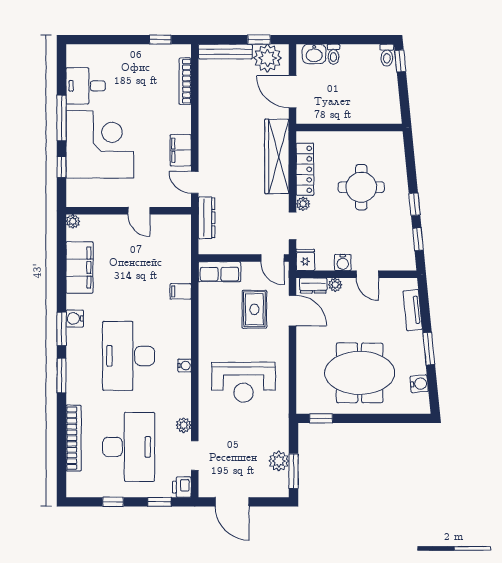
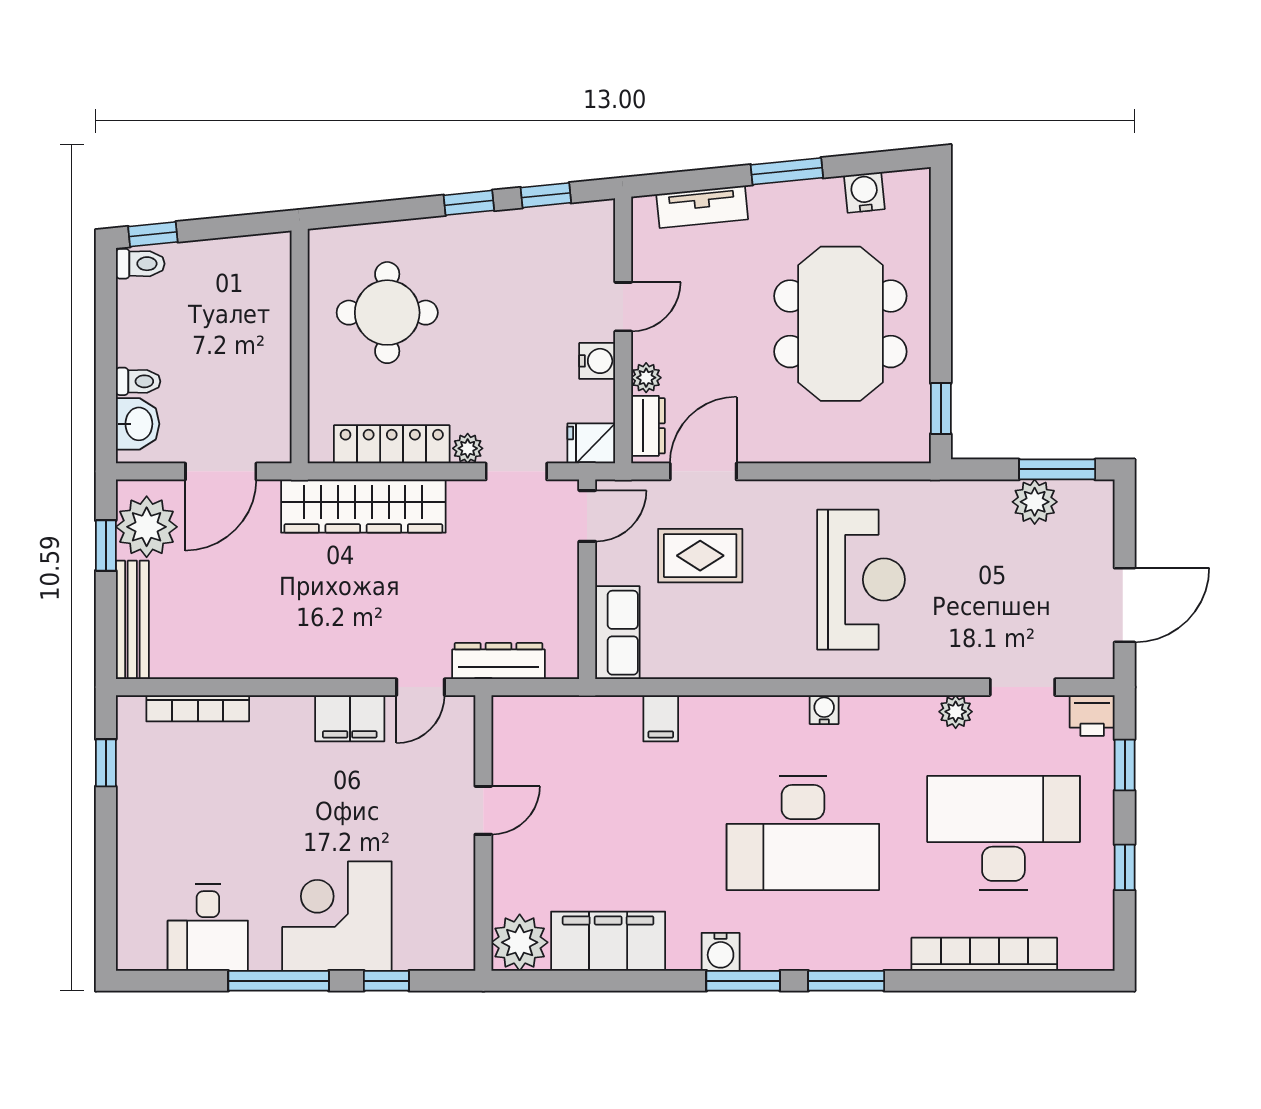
corner desk: (100, 144) -> (337, 916), width x0.74, depth x0.74
round table: (361, 187) -> (387, 313), moved
plant: (73, 221) -> (520, 942), width x1.88, depth x1.88

